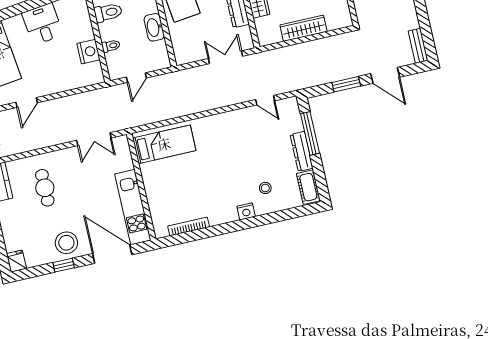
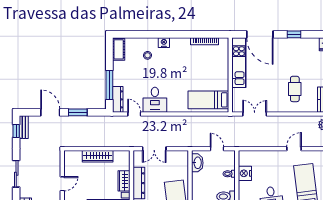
washbasin: (154, 27) -> (197, 163), moved
window: (428, 38) -> (16, 131), added
door: (136, 78) -> (217, 149), hinge flipped
desk: (240, 127) -> (155, 100), added
dresser: (302, 151) -> (118, 99), moved
stool: (66, 243) -> (289, 49), removed

